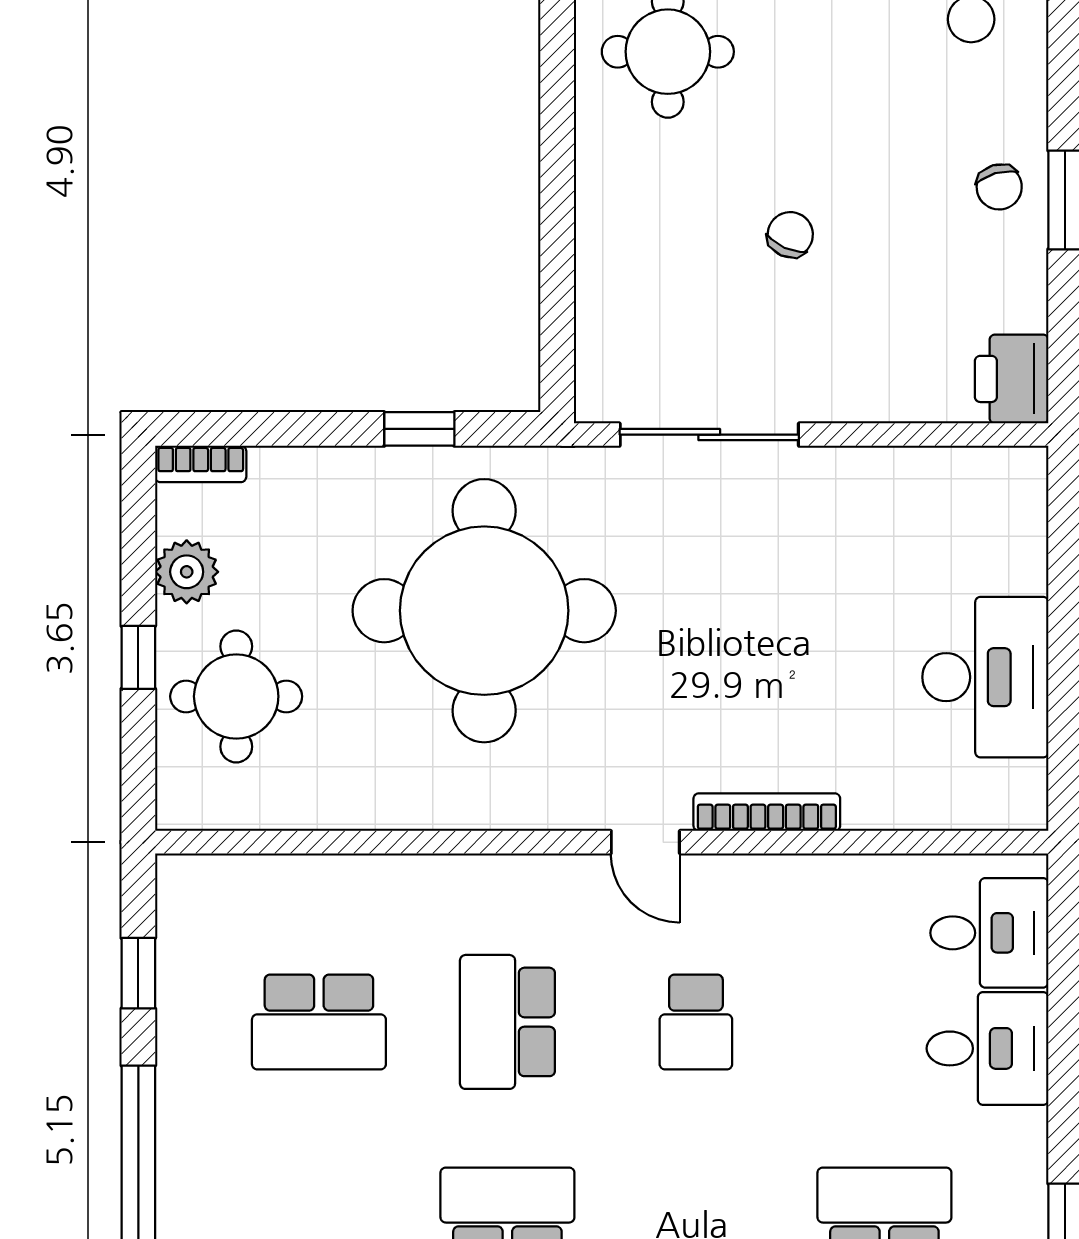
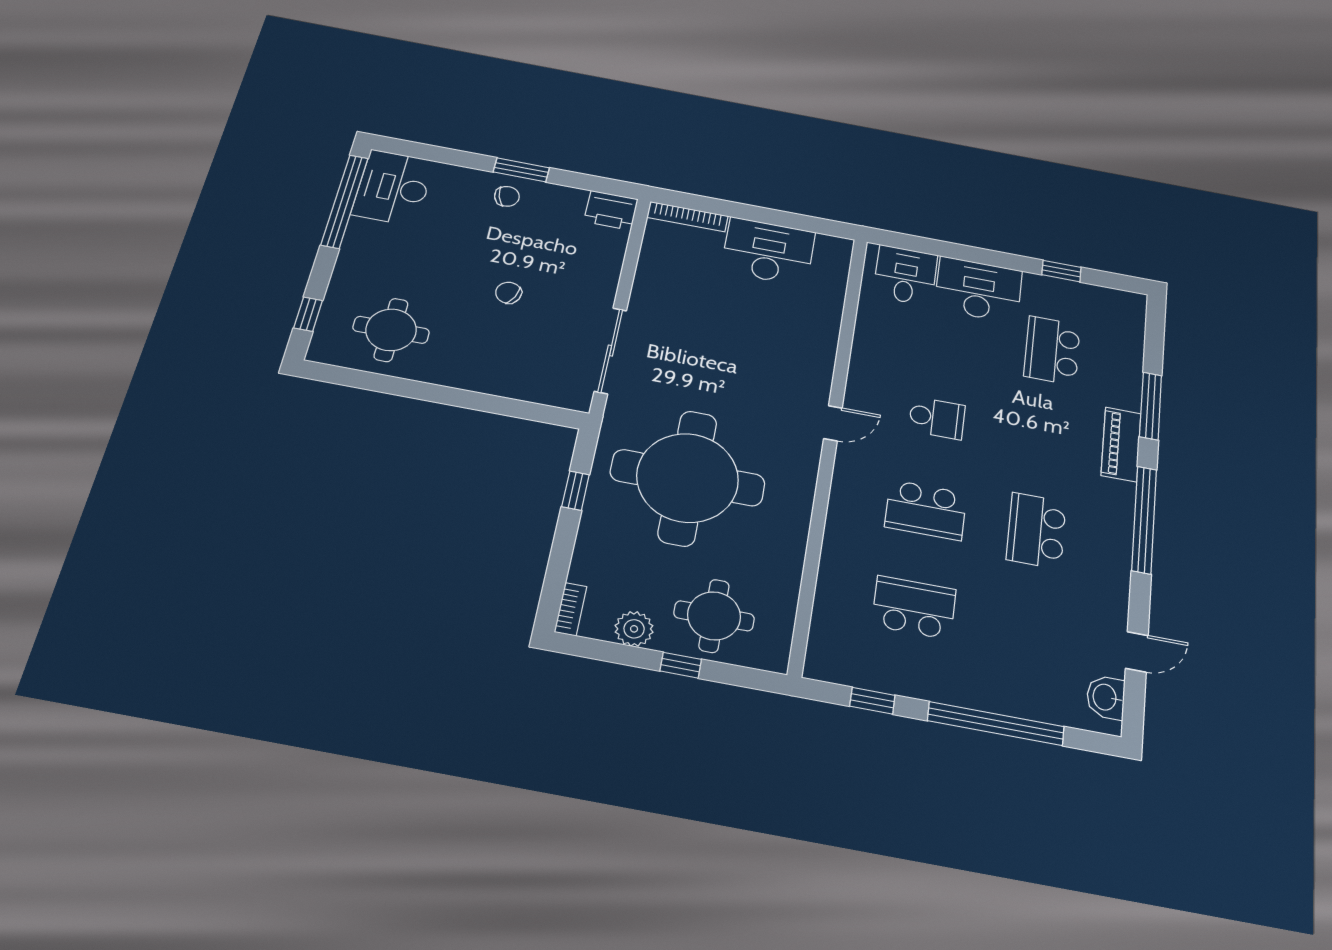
bookcase: (767, 812) -> (687, 217), moved, turned -90
school desk: (319, 1022) -> (914, 607), turned -90
desk: (988, 1048) -> (978, 290), width x1.37

